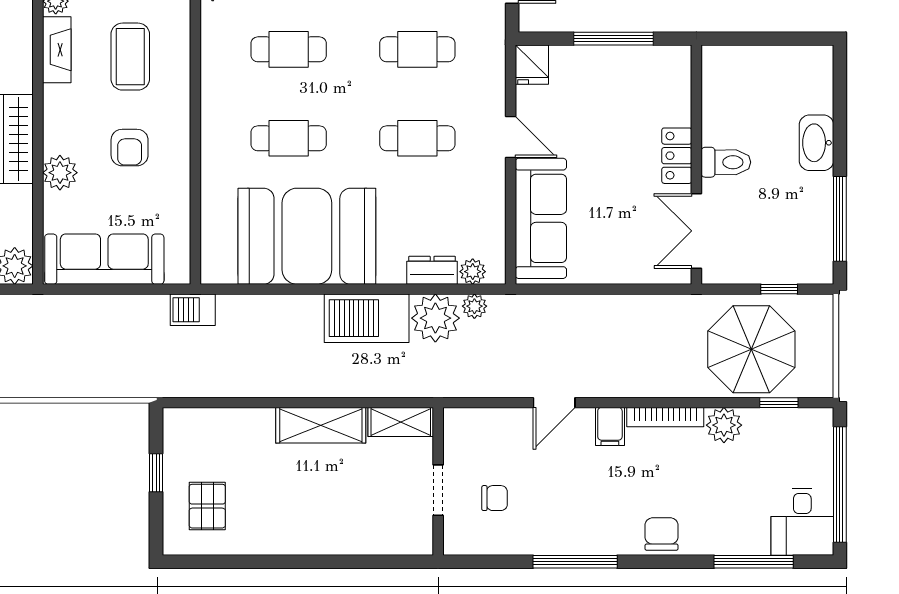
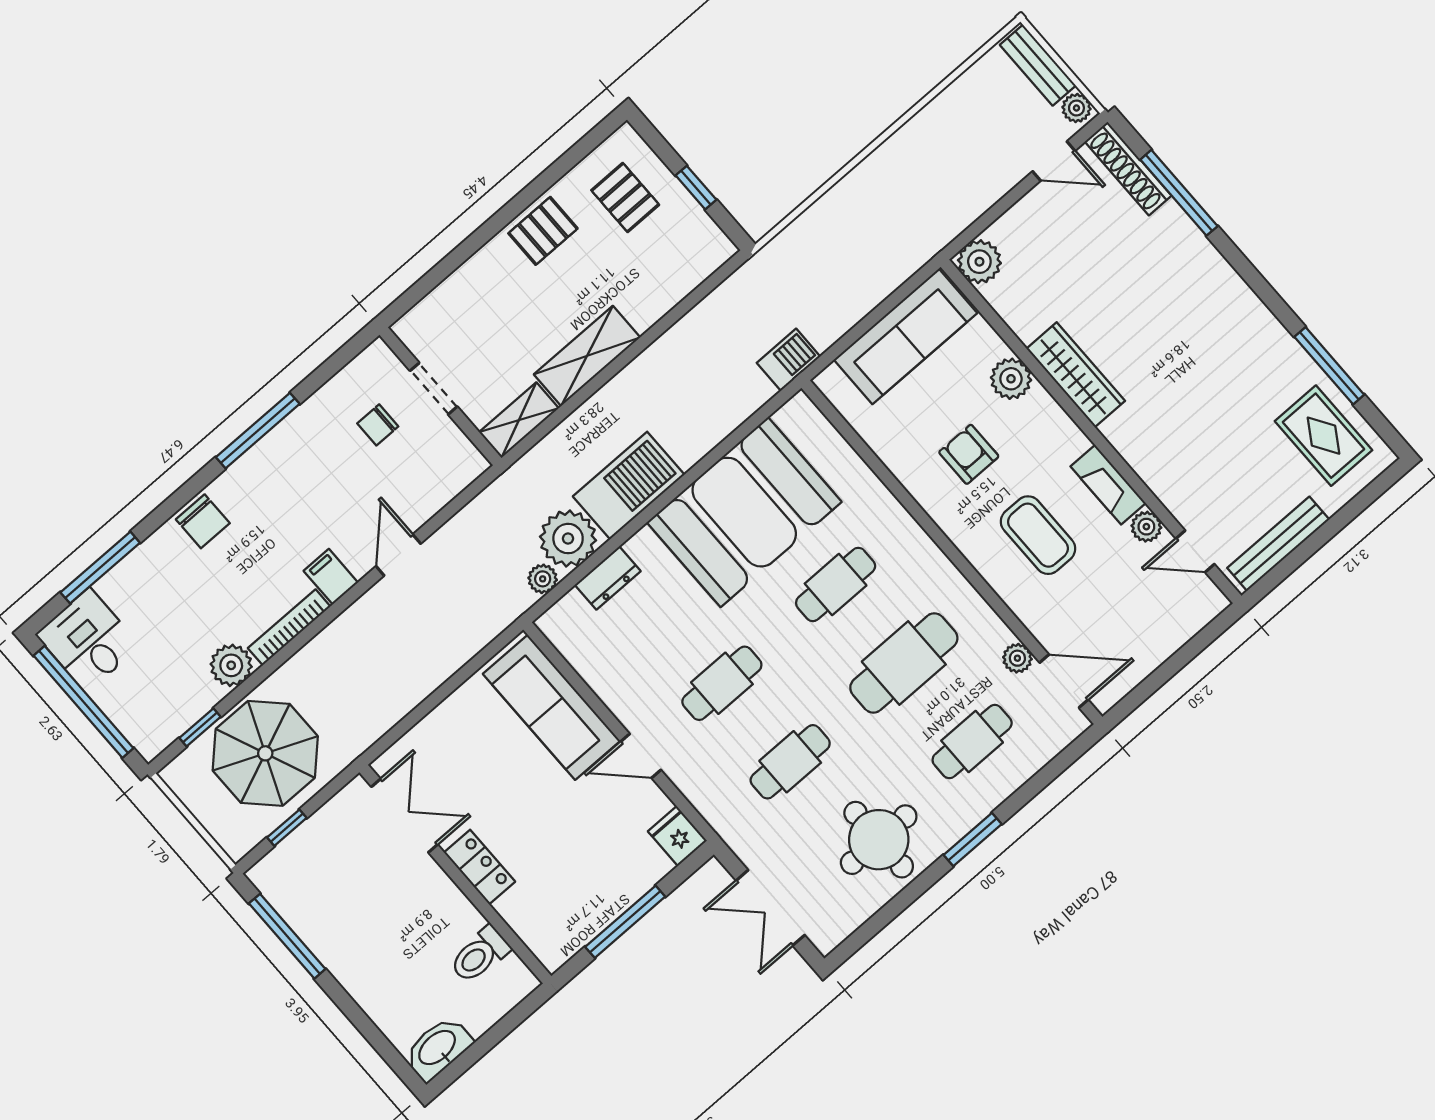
cafe table: (289, 49) -> (904, 663), width x1.37, depth x1.35
washbasin: (816, 143) -> (438, 1048), moved, turned -90
toilet: (726, 162) -> (480, 955), moved
plant: (473, 272) -> (571, 608), removed
pallet: (279, 531) -> (543, 231), added

